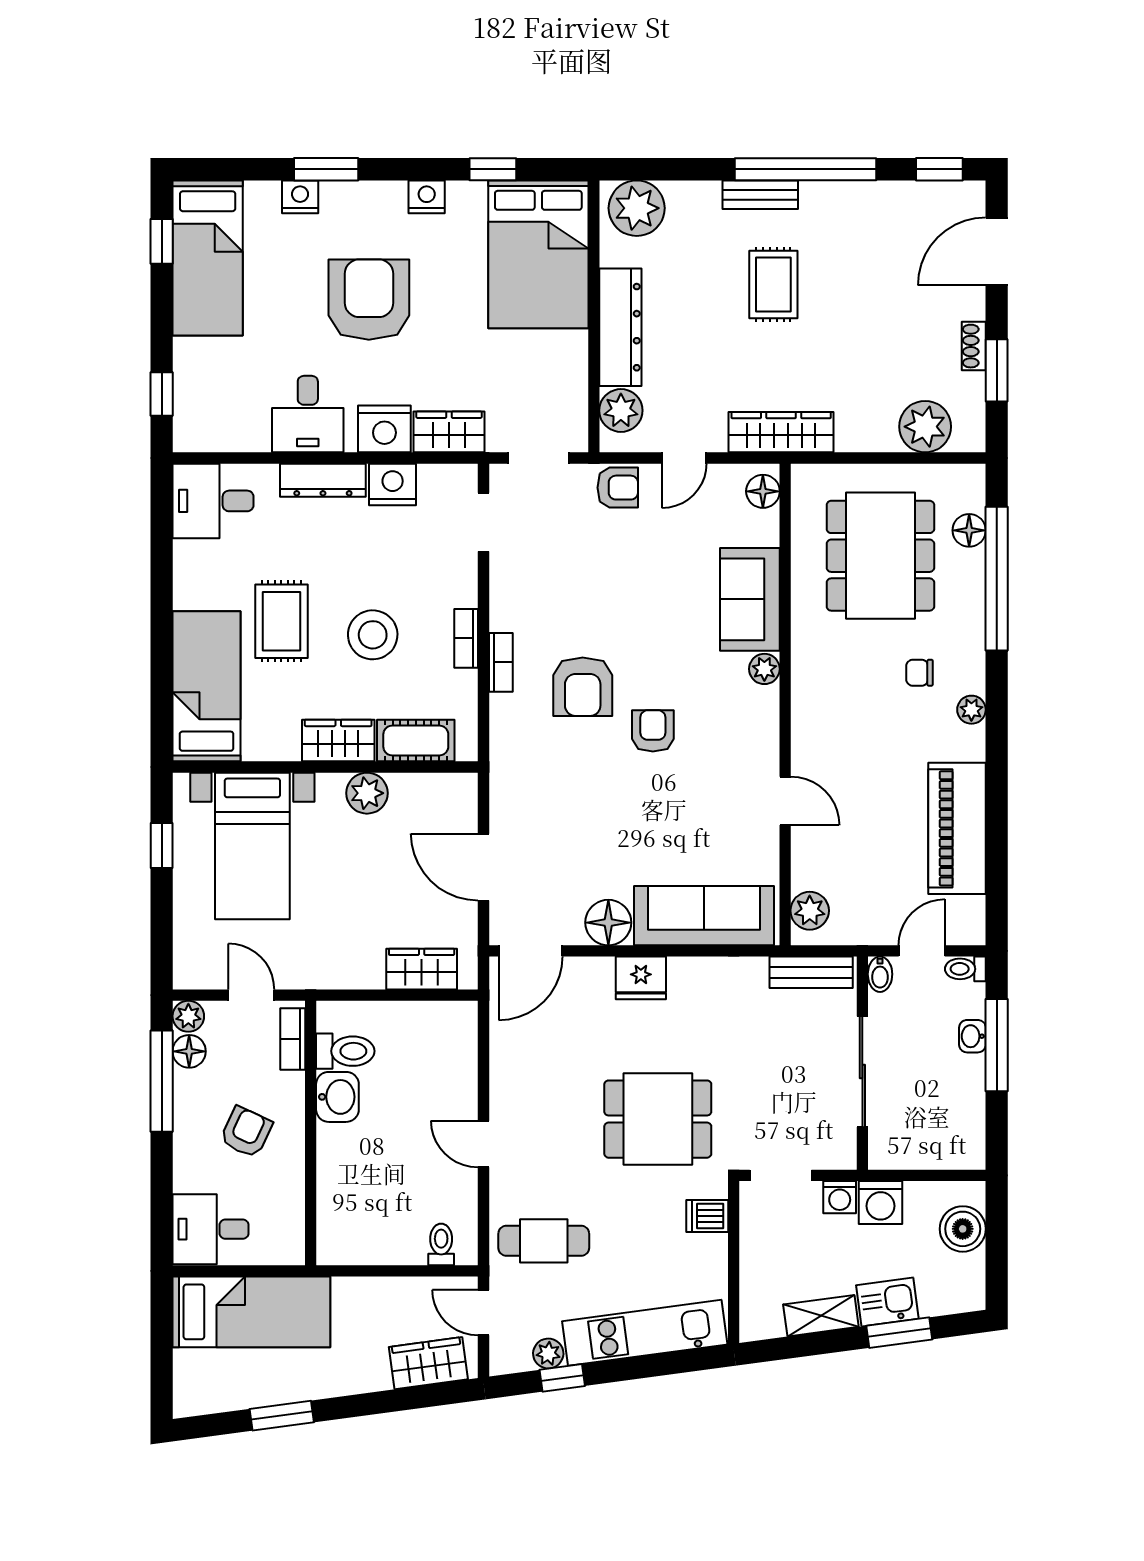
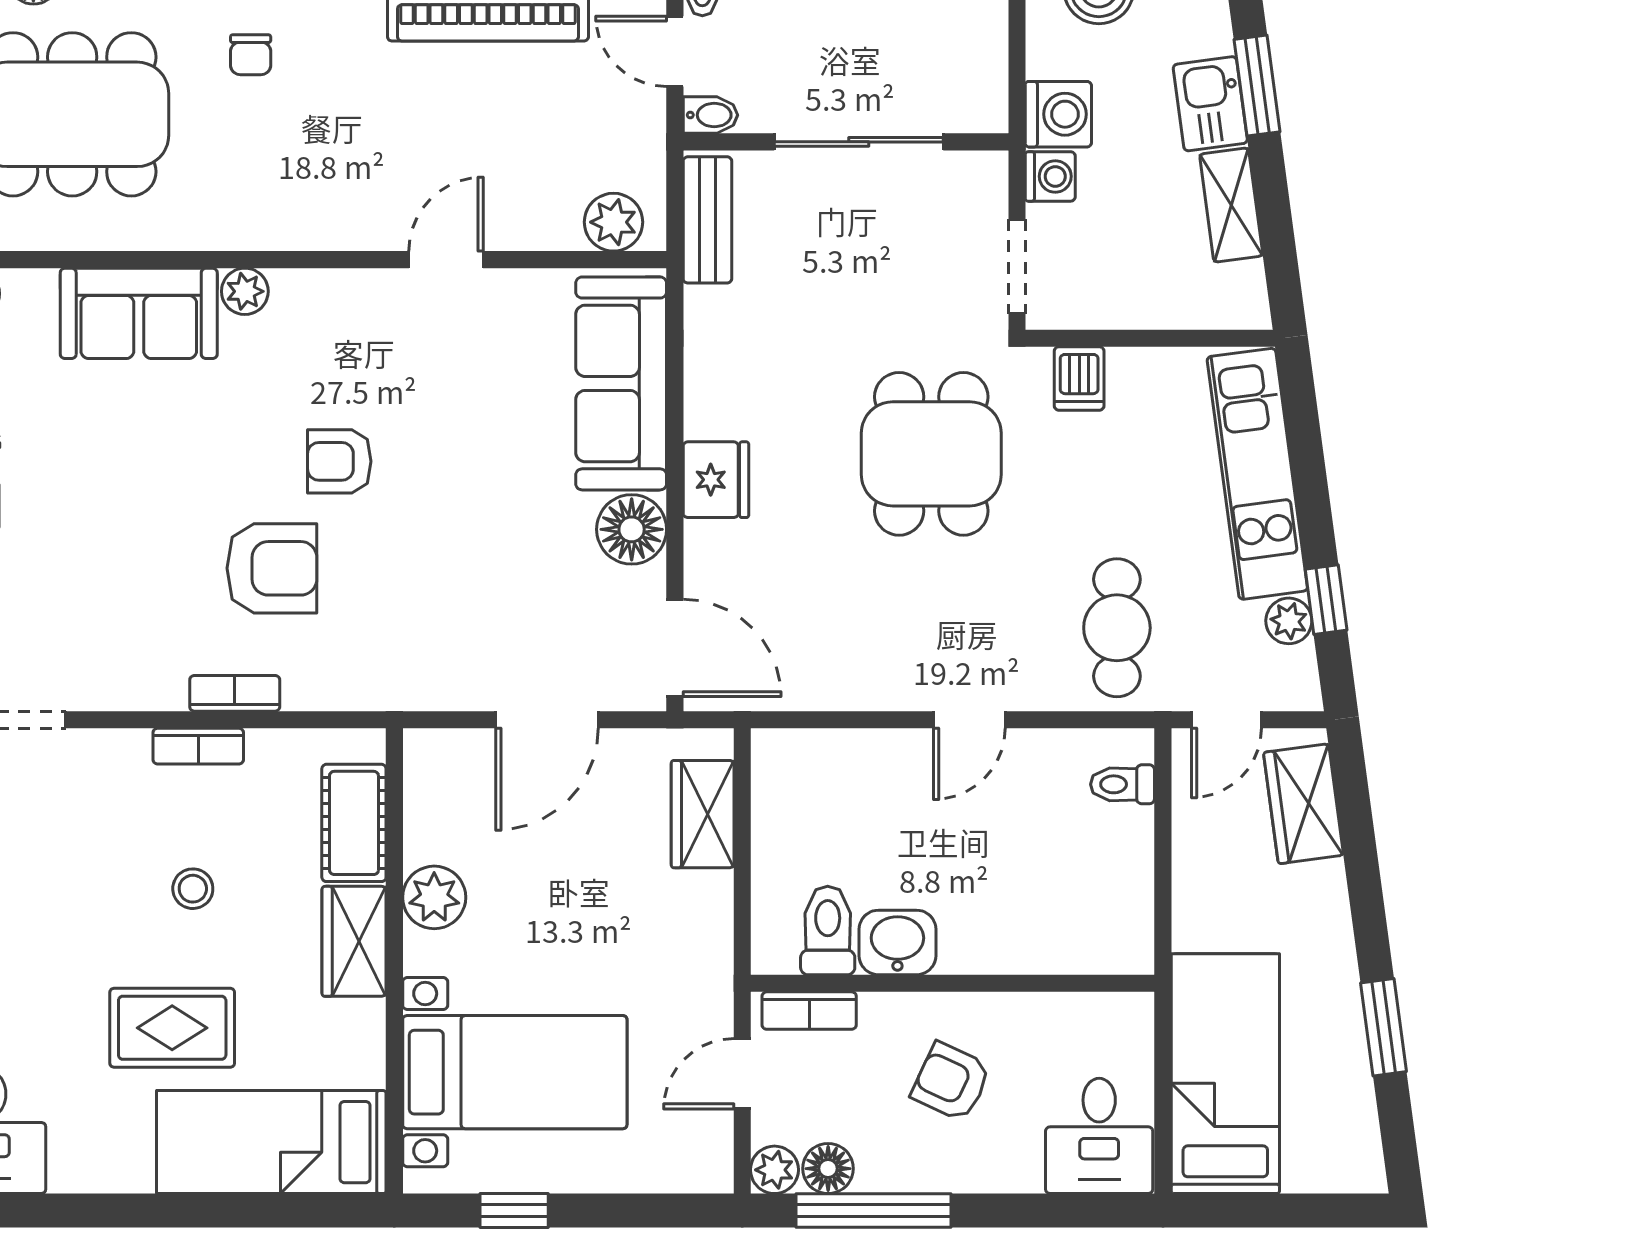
stool: (373, 635) -> (193, 889), width x0.53, depth x0.53

